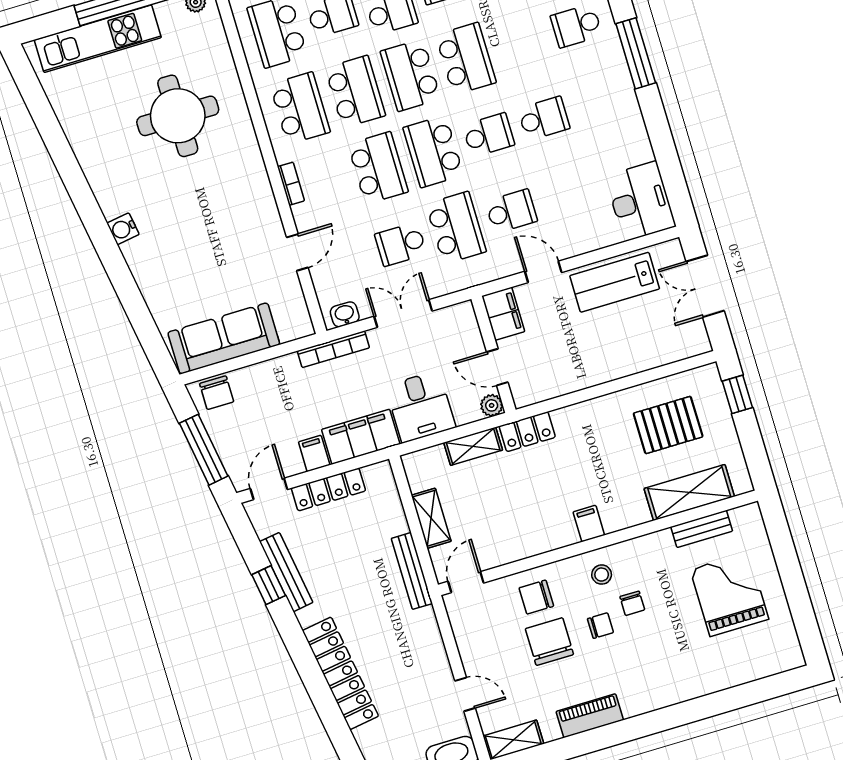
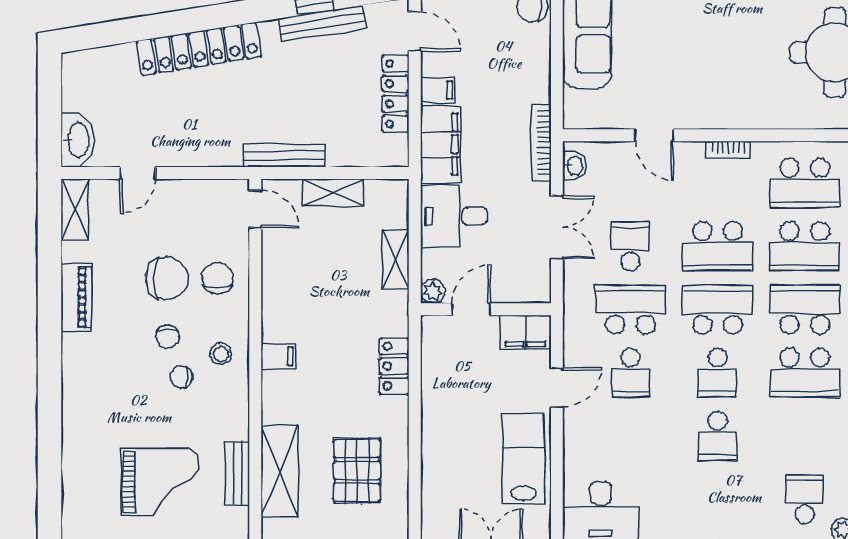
school desk: (456, 228) -> (630, 310), turned 180
locker: (527, 432) -> (394, 366), moved

